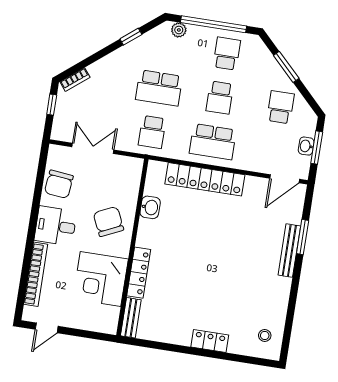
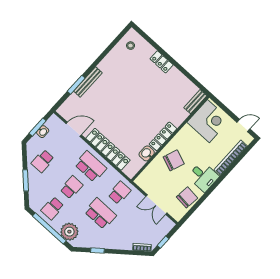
plant: (179, 30) -> (69, 232), width x1.88, depth x1.88
door: (285, 179) -> (74, 129), moved
chair: (108, 222) -> (174, 160), turned -134
locker: (139, 273) -> (163, 136), moved
corner desk: (101, 279) -> (208, 121), moved

